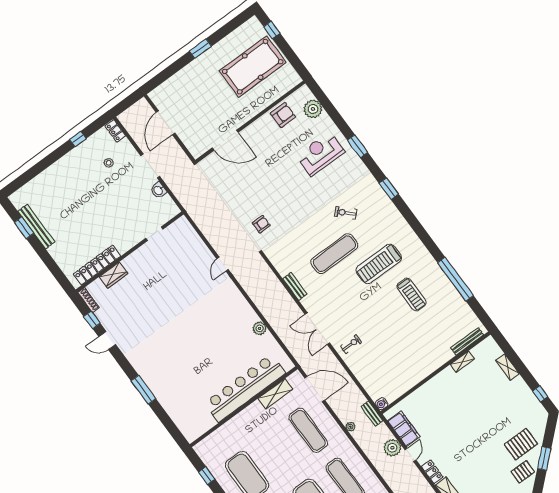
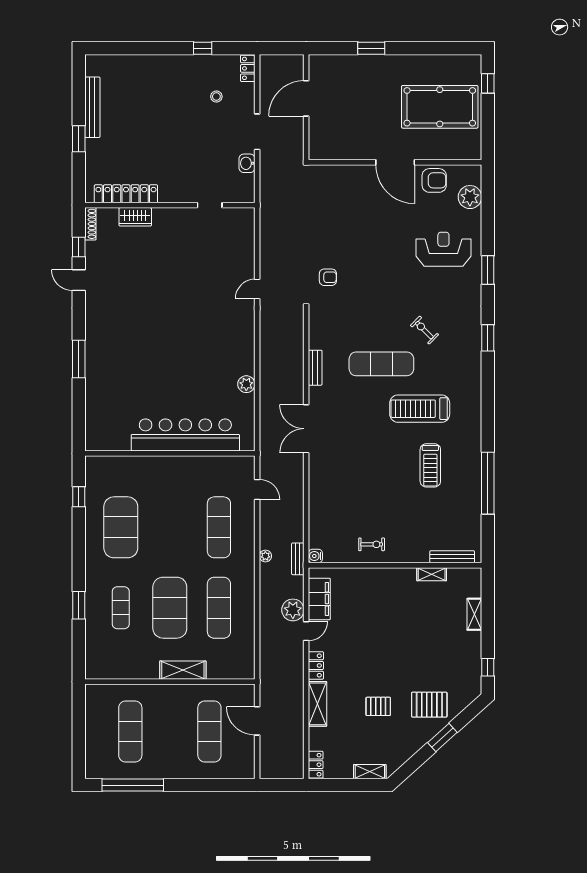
window: (200, 49) -> (371, 48), moved
door: (225, 140) -> (395, 162), moved
window: (24, 228) -> (79, 139), moved
exercise bike: (351, 344) -> (372, 544), moved
door: (315, 389) -> (257, 489), width x0.53
shelving: (275, 394) -> (213, 464), removed
pallet: (523, 472) -> (378, 706), moved

